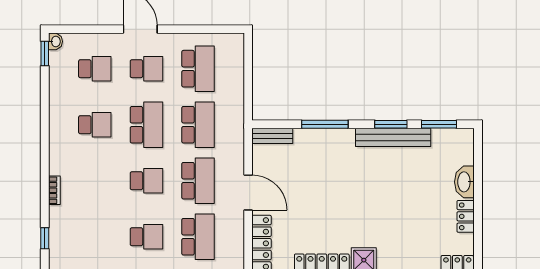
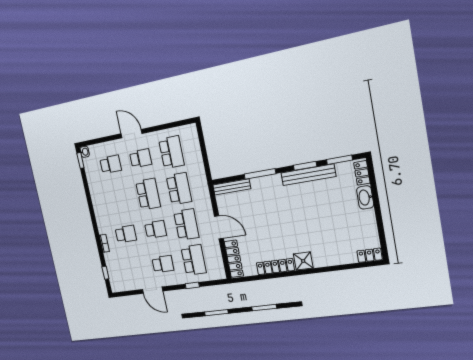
school desk: (95, 125) -> (126, 234), moved
bench: (272, 136) -> (232, 187), width x1.36
locker: (466, 216) -> (362, 173), moved

